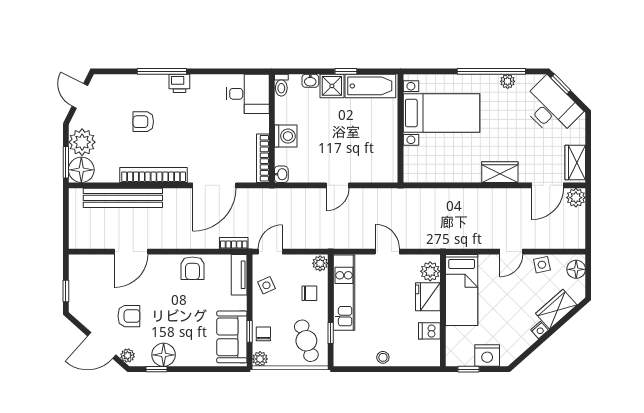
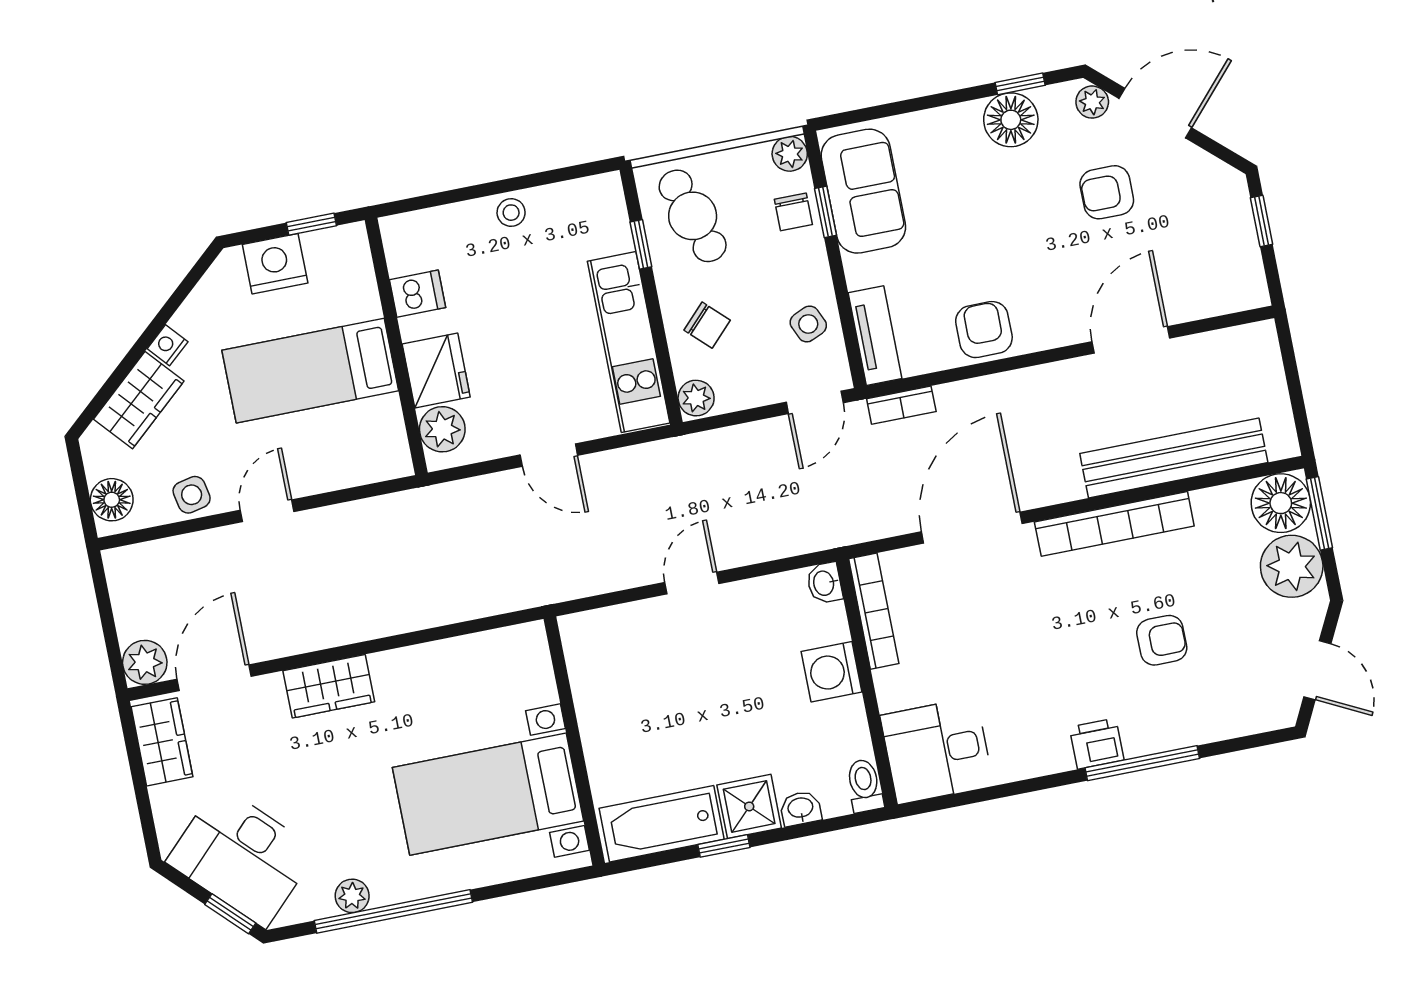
bed: (462, 290) -> (310, 371), moved, turned -90
chair: (309, 293) -> (707, 325), turned -136

